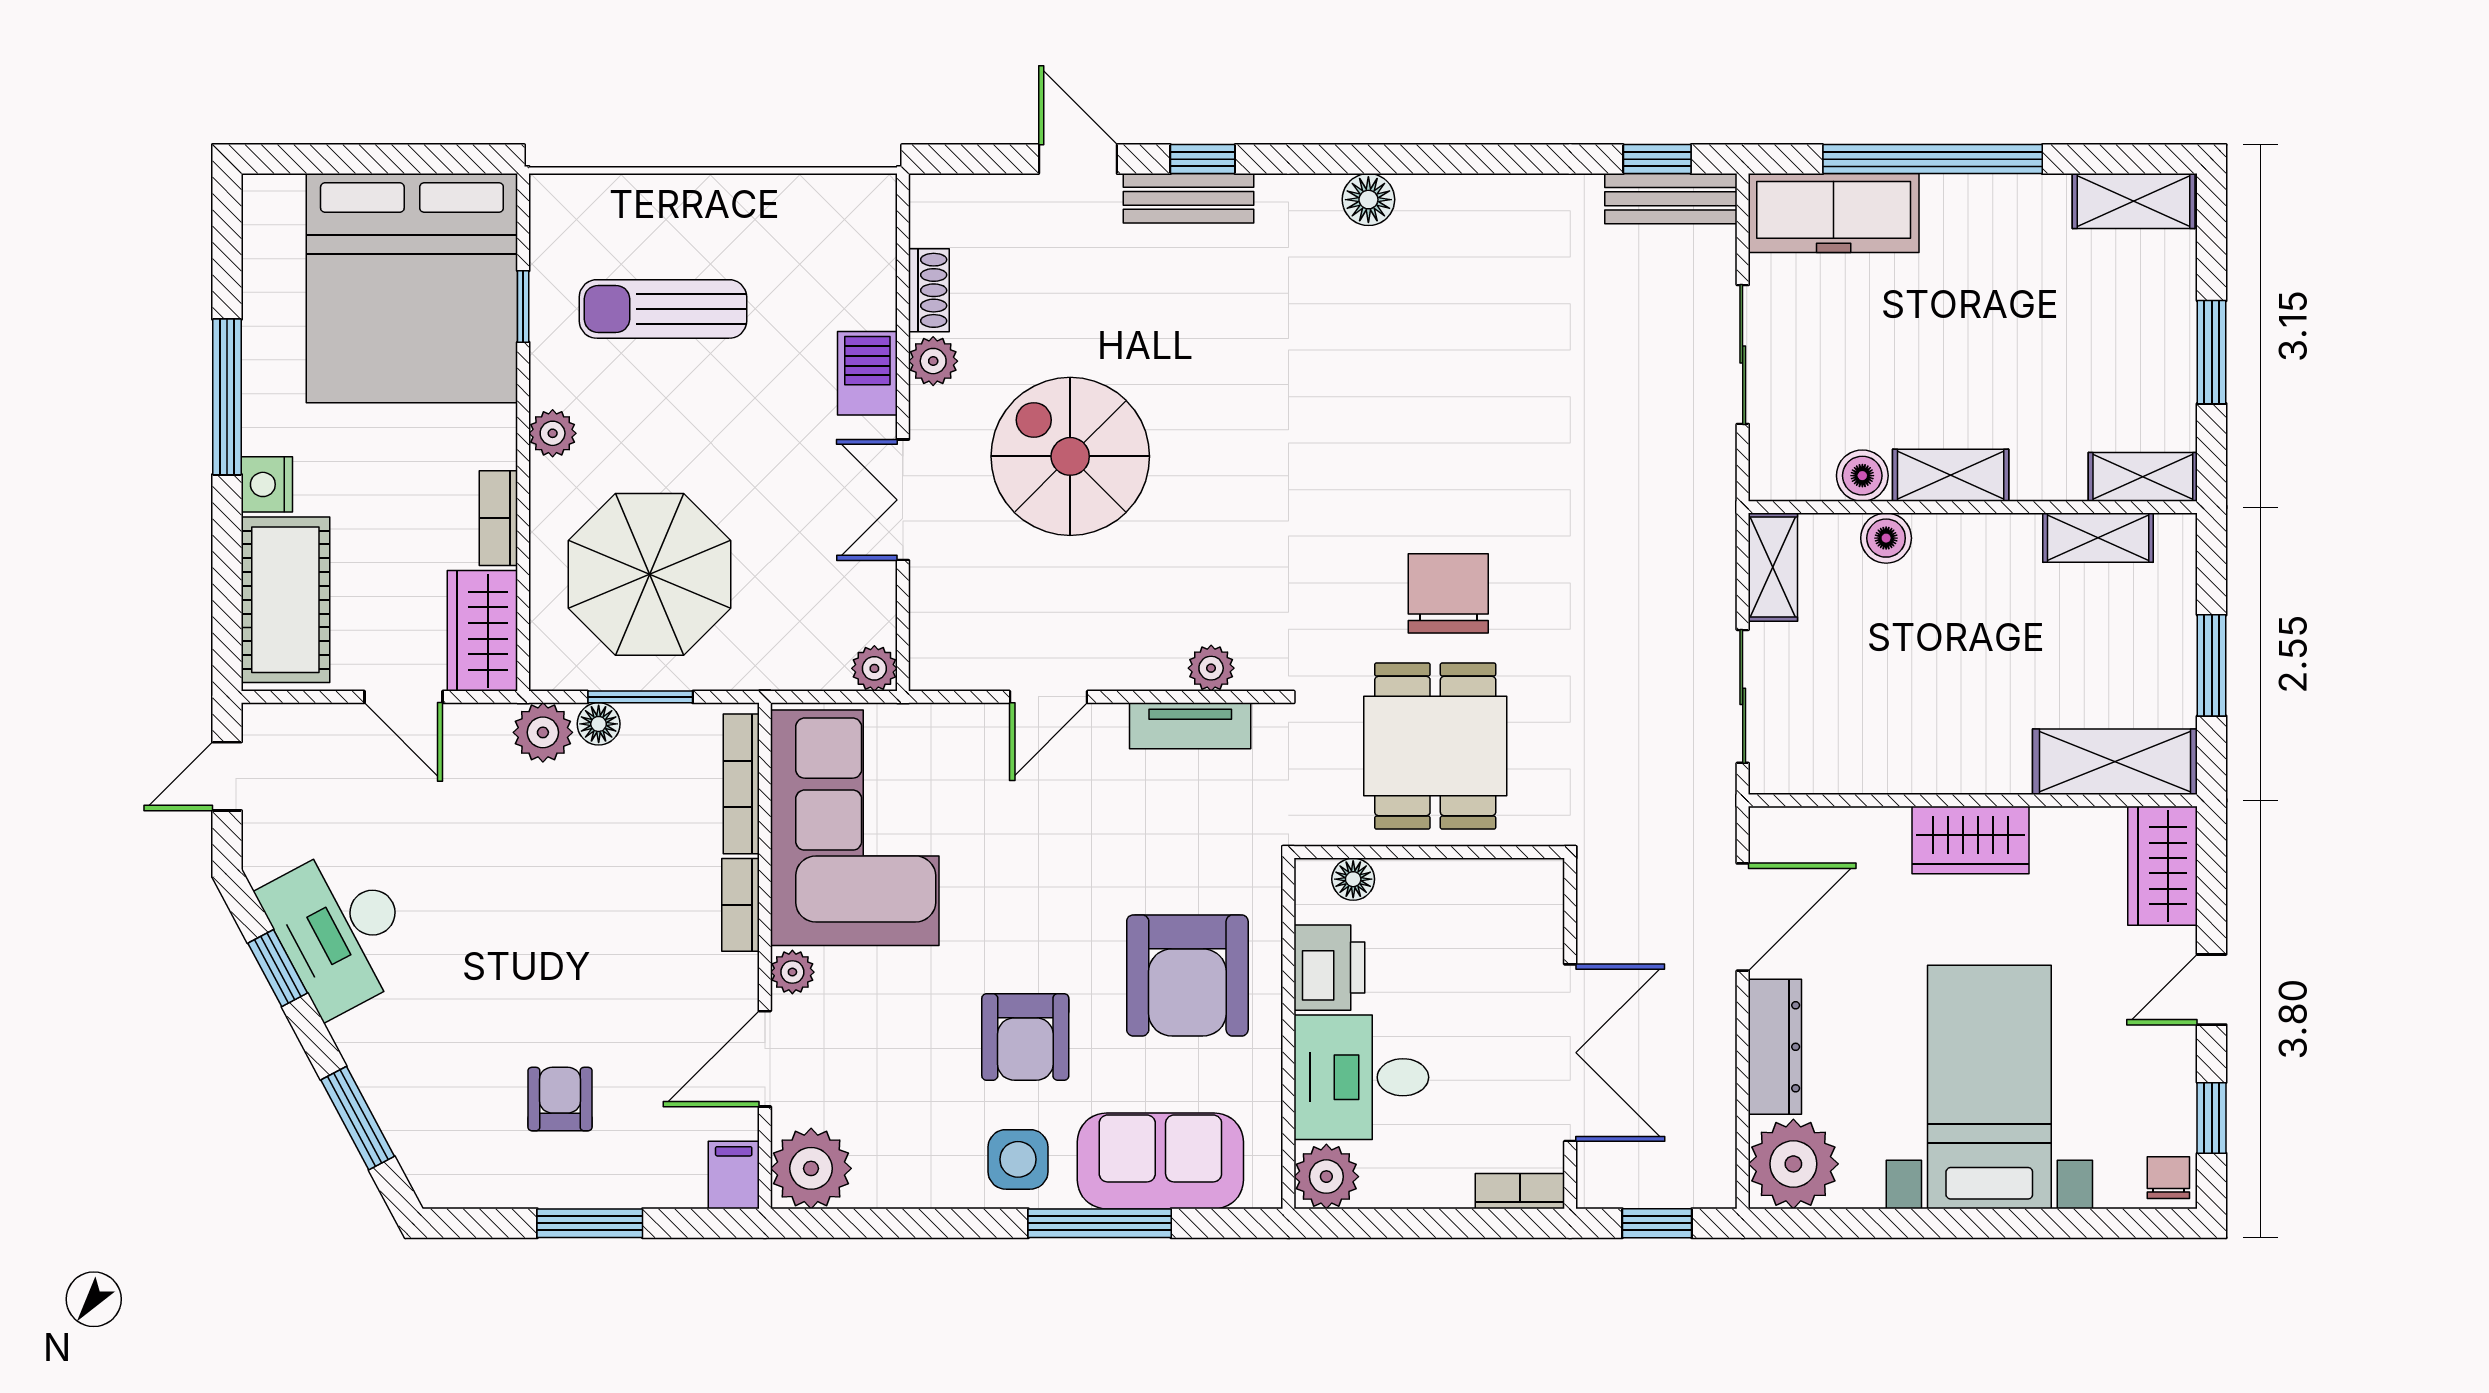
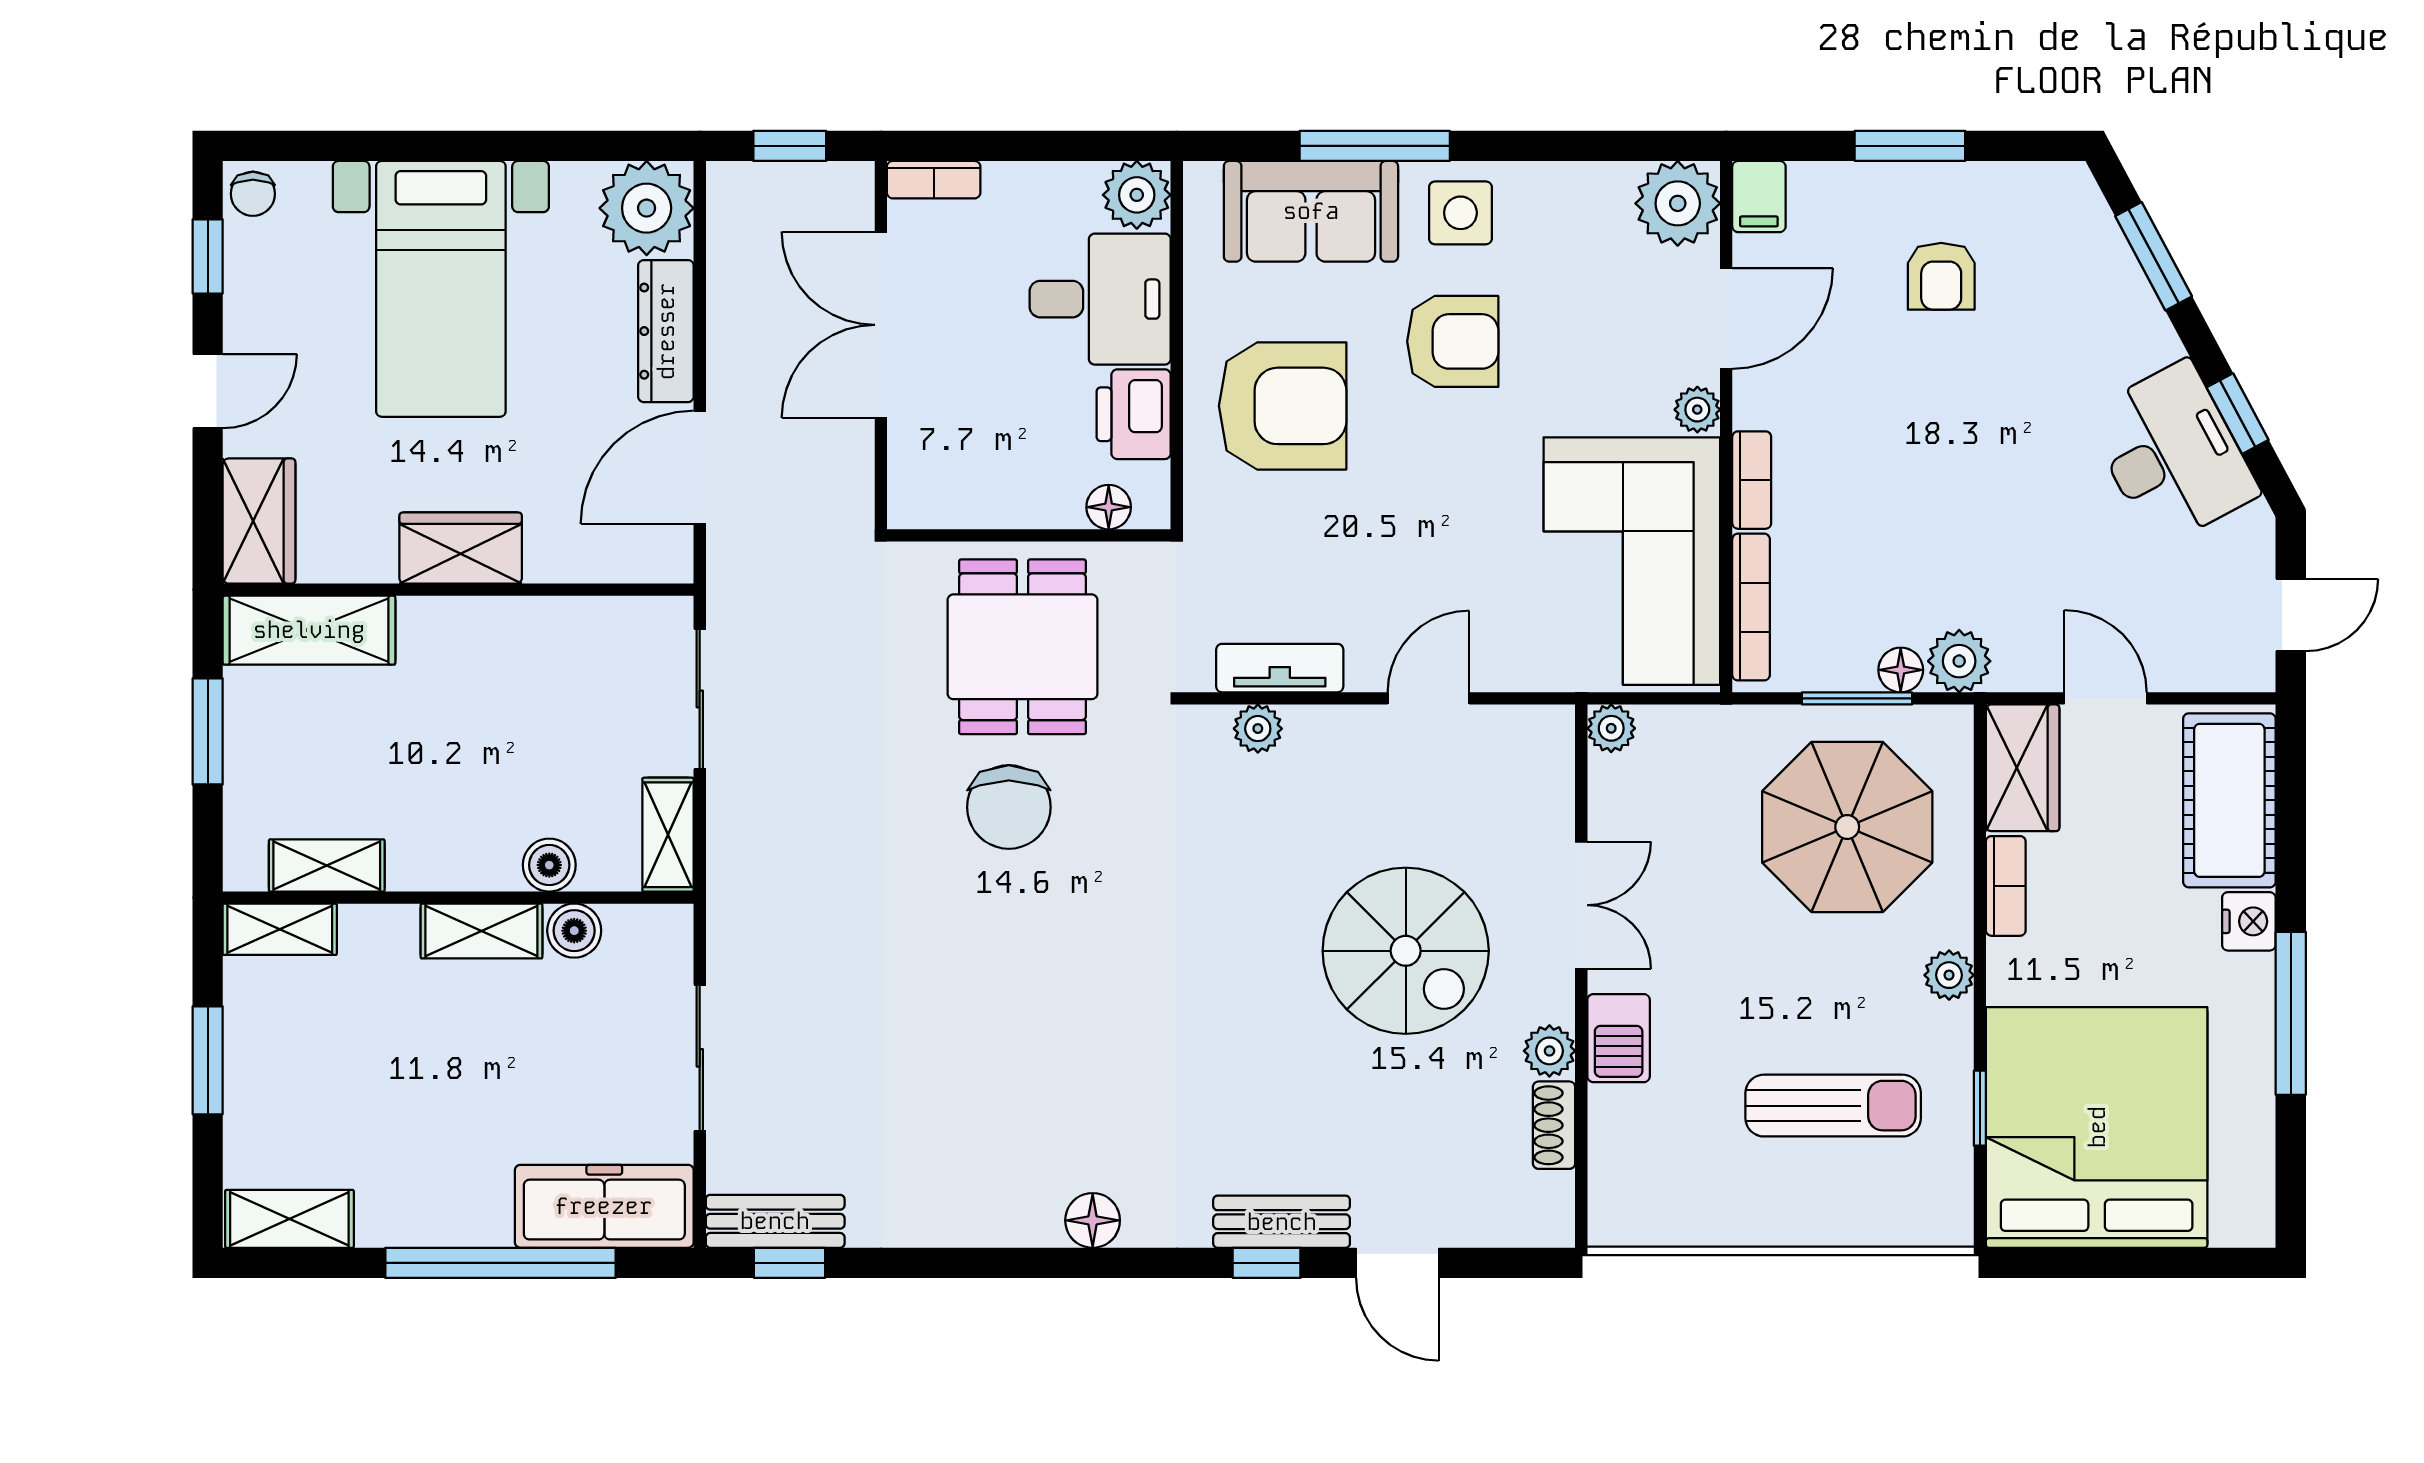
armchair: (1187, 975) -> (1283, 406), turned 90
armchair: (1025, 1037) -> (1453, 341), turned 90

